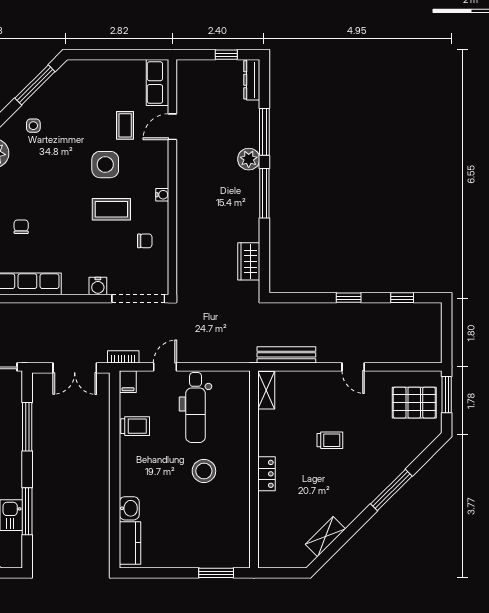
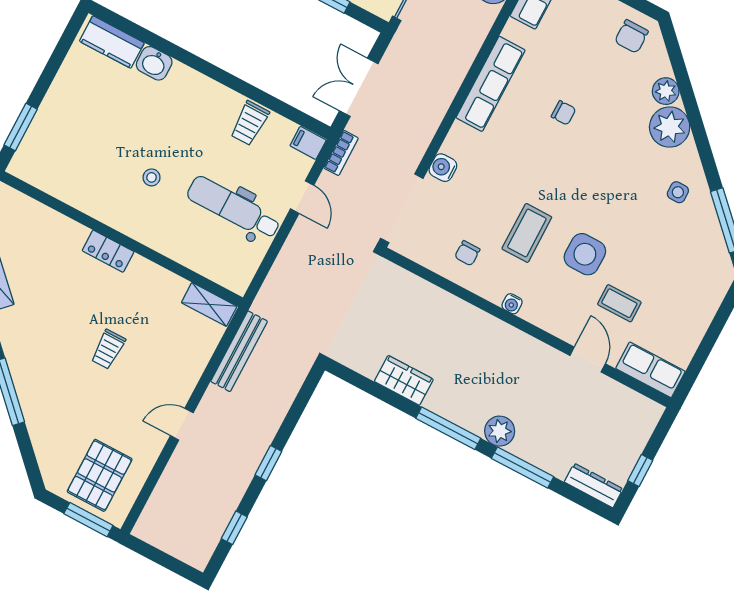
wardrobe: (249, 261) -> (404, 380), moved
stool: (204, 471) -> (152, 177), width x0.53, depth x0.53

